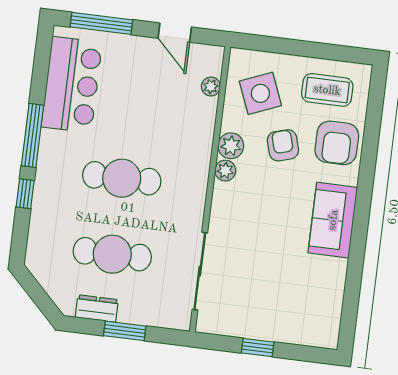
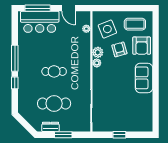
bar counter: (72, 85) -> (40, 22), moved, turned 90
cafe table: (122, 178) -> (54, 71), width x0.73, depth x0.74

